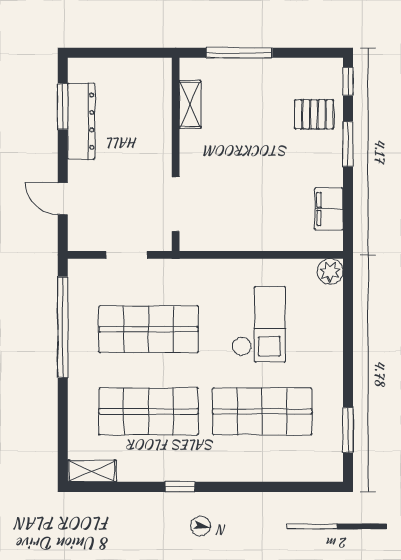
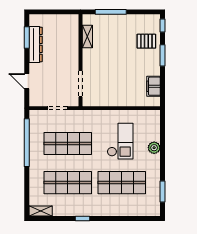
plant: (330, 272) -> (154, 148), moved

